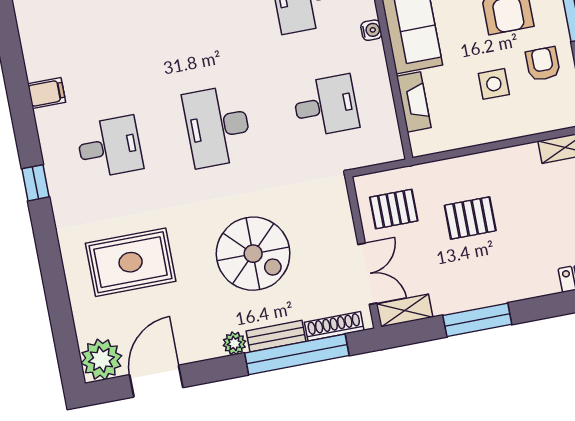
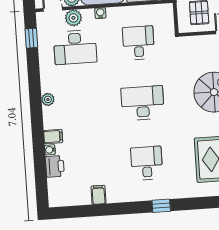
filing cabinet: (47, 93) -> (98, 195), moved
desk: (218, 126) -> (143, 103), turned 180

